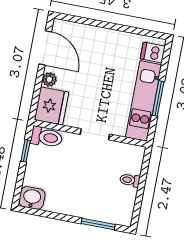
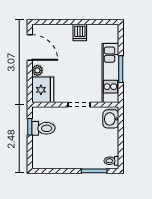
dishwasher: (153, 52) -> (80, 32), moved, turned -90
toilet: (46, 137) -> (43, 128), moved
toilet: (130, 180) -> (111, 161), moved
washbasin: (32, 198) -> (111, 119), moved, turned -90

